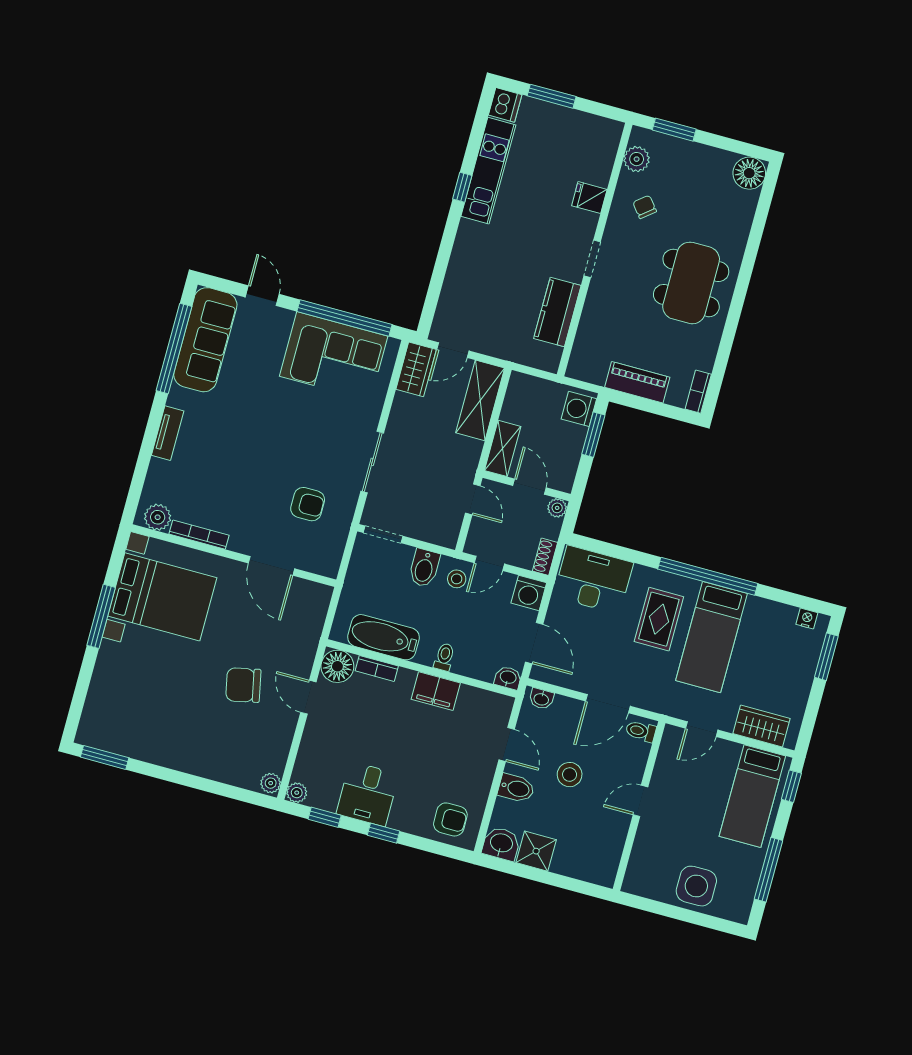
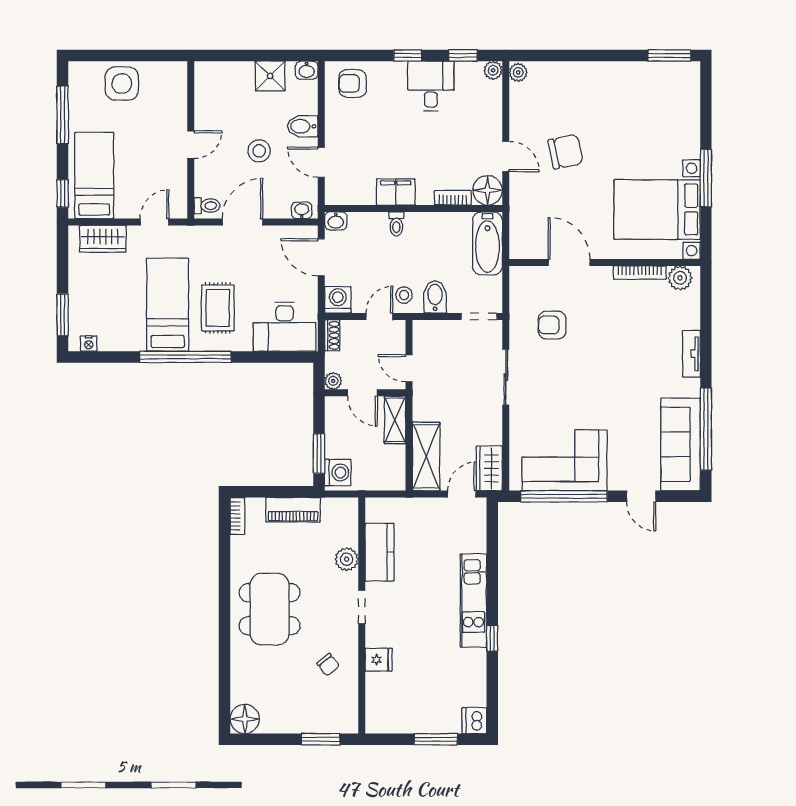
plant: (637, 159) -> (347, 559), moved
kitchen unit: (488, 171) -> (473, 601), moved
bathtub: (383, 637) -> (487, 243), moved, turned 90
washbasin: (501, 844) -> (307, 70), width x0.72, depth x0.69

